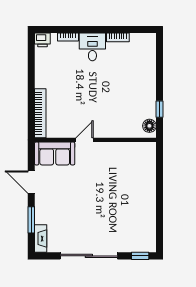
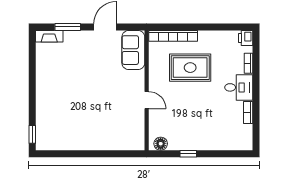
rug: (72, 96) -> (190, 68), added
window: (160, 109) -> (188, 154), moved
door: (85, 140) -> (147, 100), moved
sliding door: (89, 256) -> (32, 84), removed

